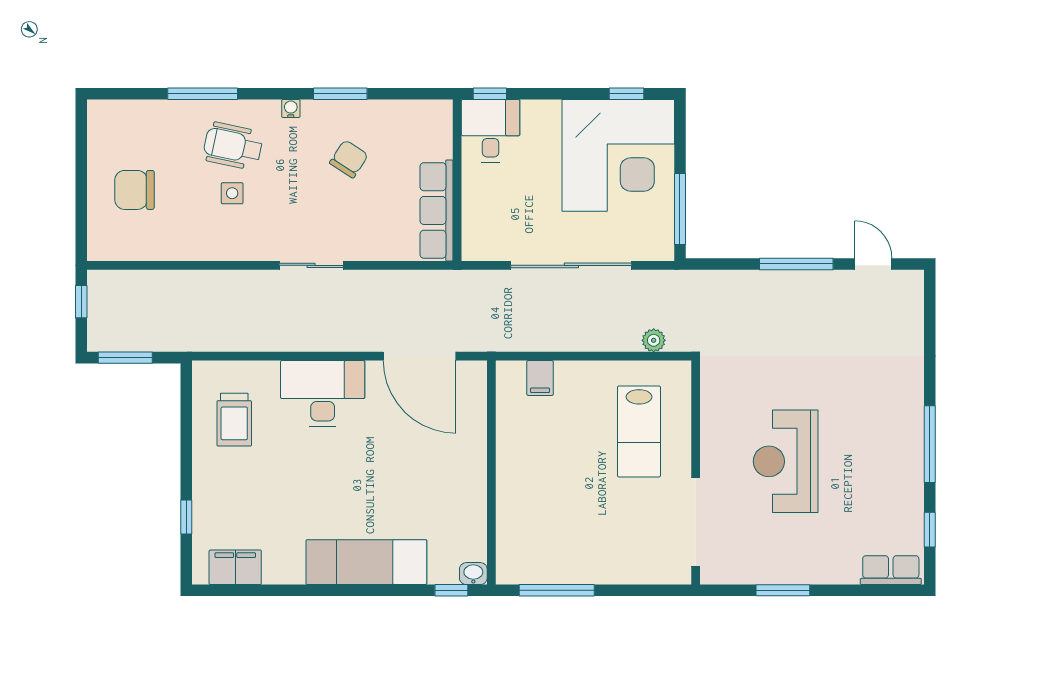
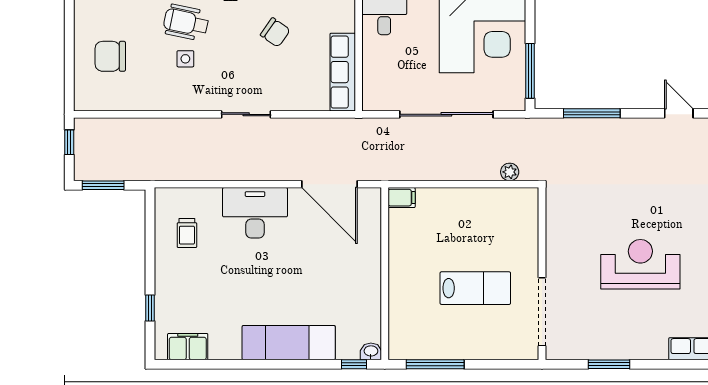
chair: (349, 159) -> (275, 32), turned 92
window: (796, 264) -> (592, 113), moved
filing cabinet: (540, 378) -> (402, 198), moved, turned -90
trolley: (234, 420) -> (187, 233), width x0.73, depth x0.72
lab bench: (639, 431) -> (475, 288), moved, turned -90
reception desk: (786, 461) -> (640, 264), moved, turned 90

